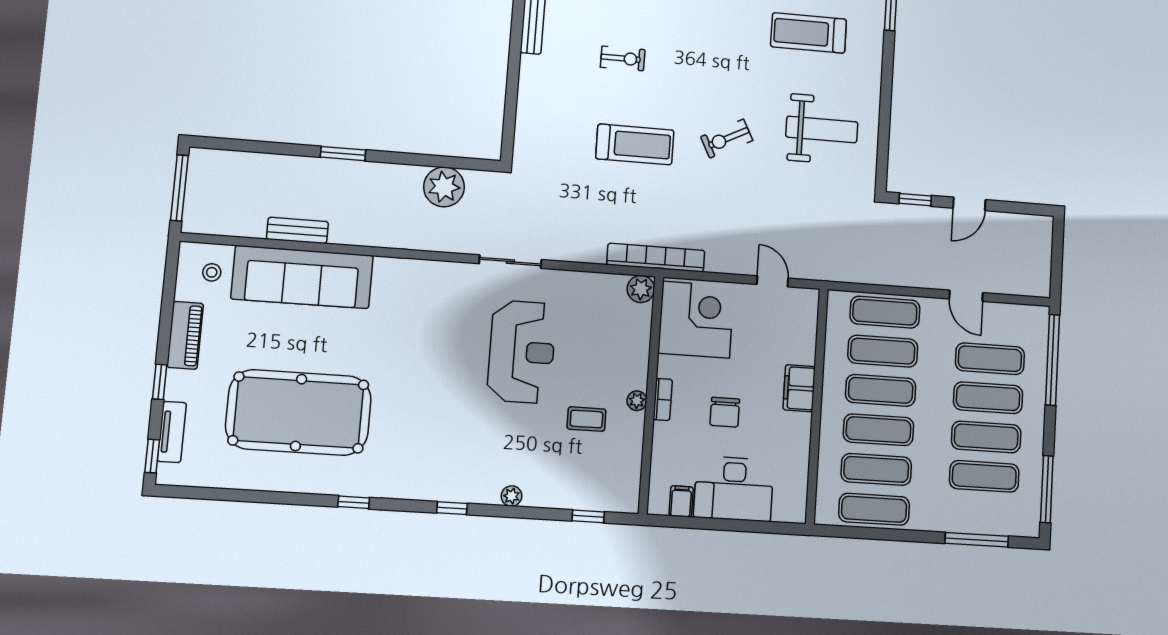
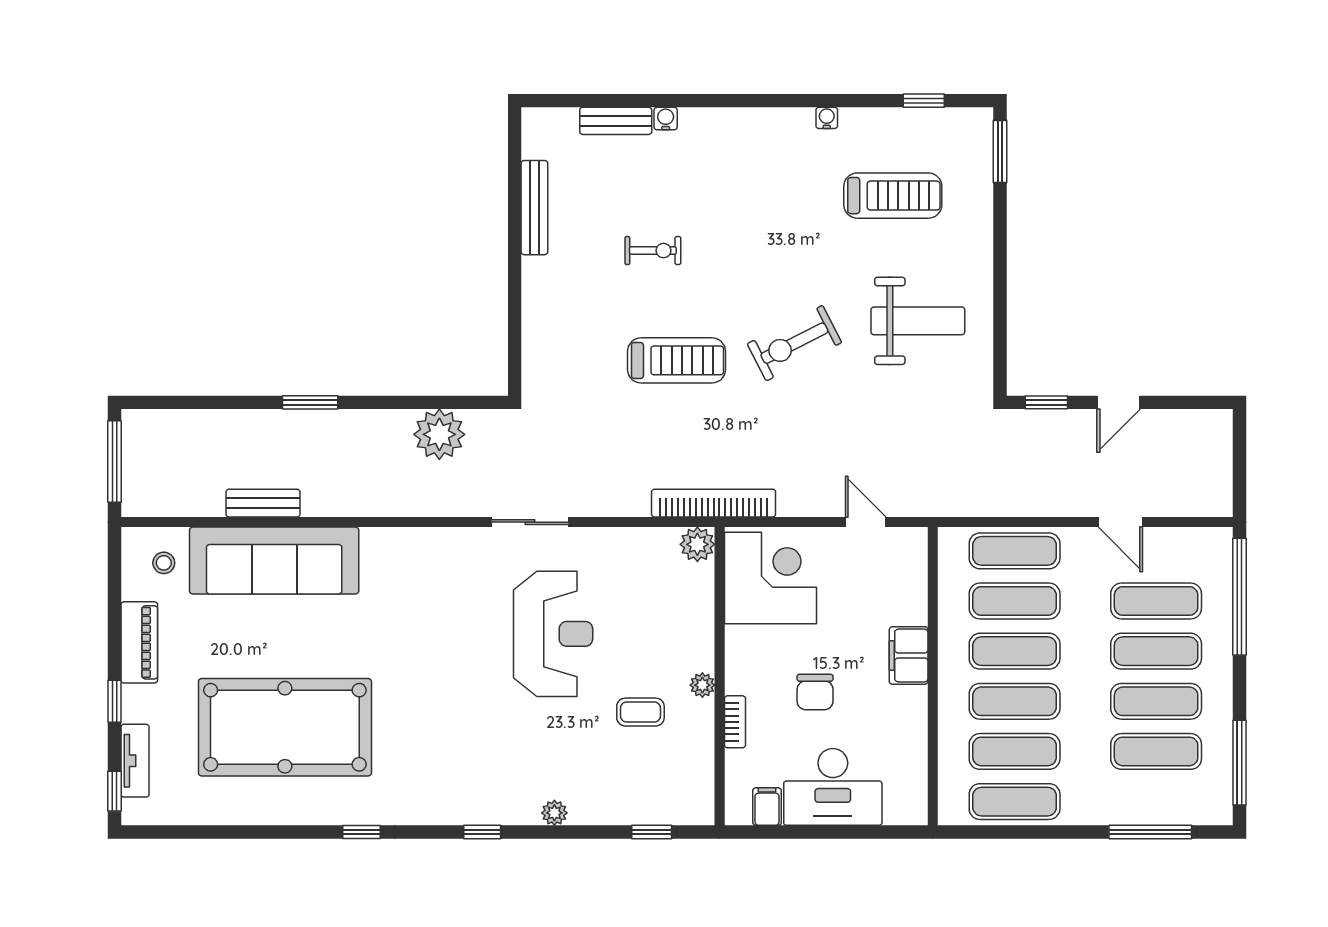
treadmill: (809, 33) -> (893, 196), turned 180
exercise bike: (727, 139) -> (794, 343), width x1.38, depth x1.39
bookcase: (663, 399) -> (735, 722), moved

